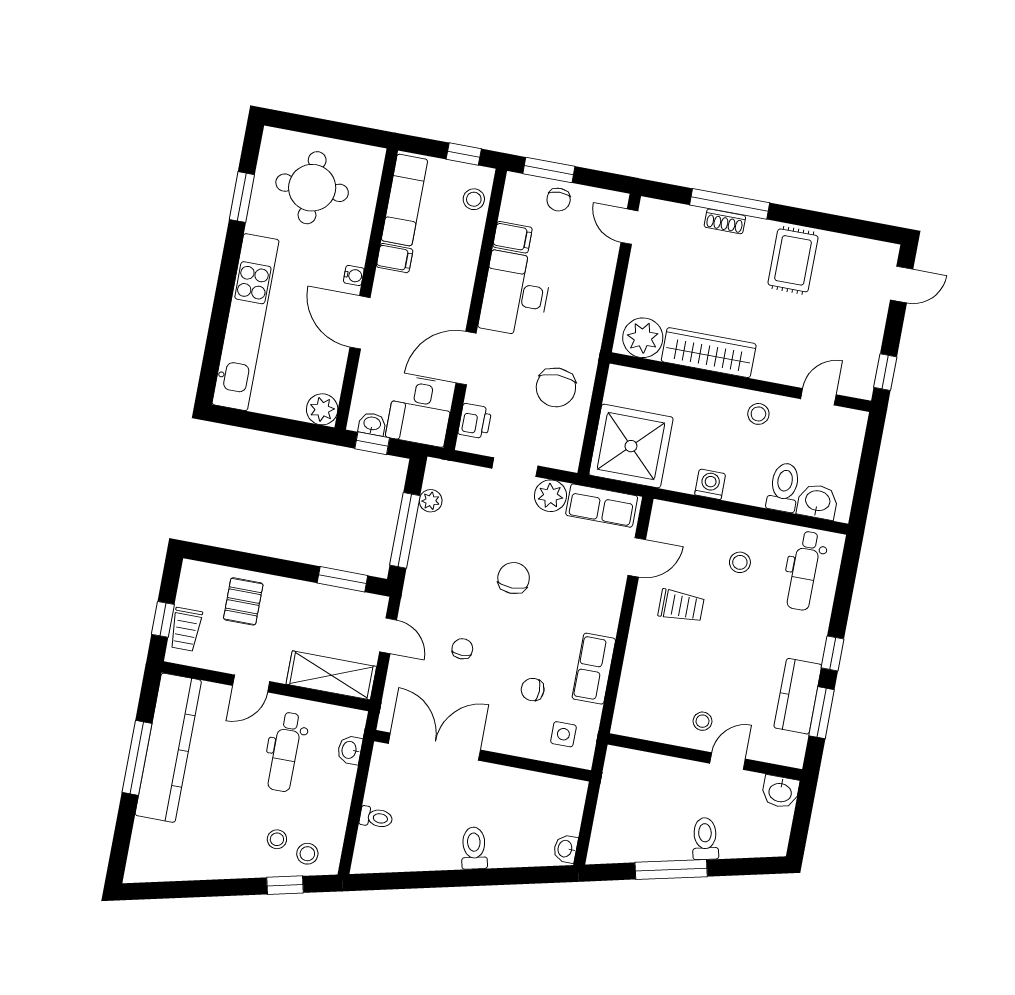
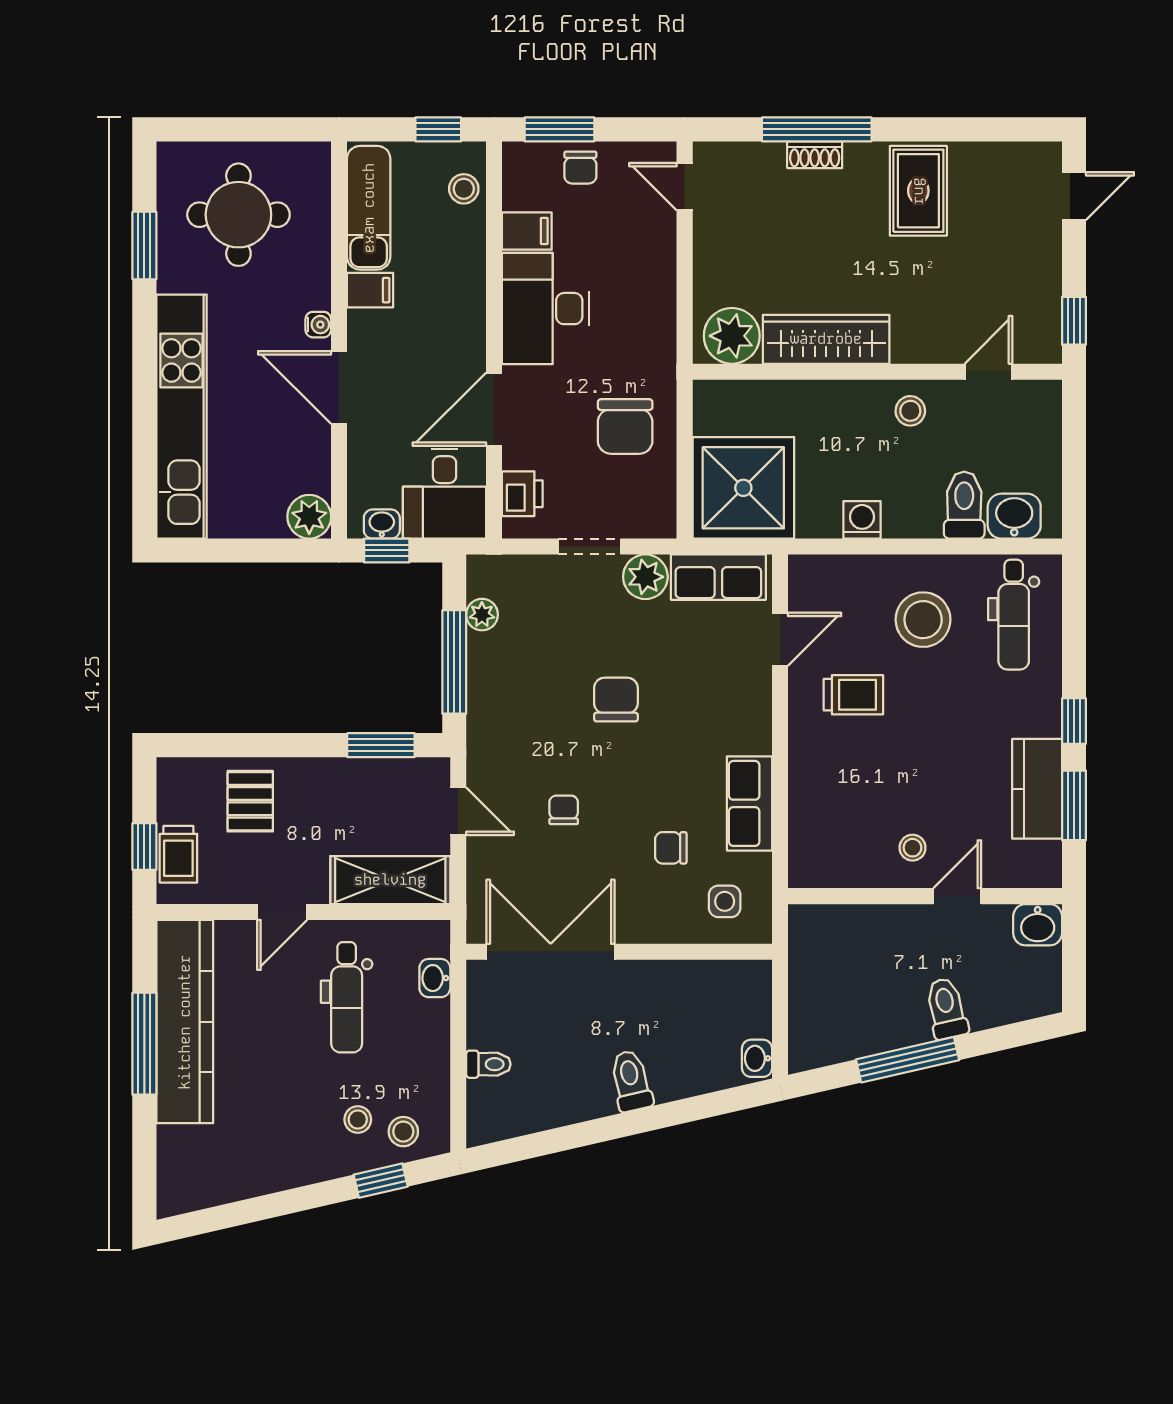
stool: (740, 562) -> (923, 620), width x1.89, depth x1.89

